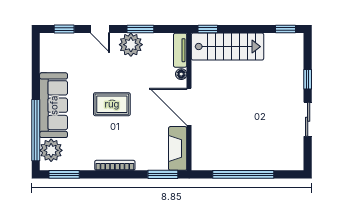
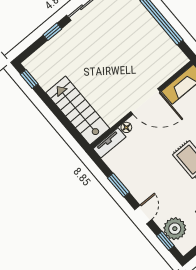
window: (208, 29) -> (77, 136), removed
plant: (131, 45) -> (175, 229), moved
door: (189, 107) -> (145, 102), hinge flipped

